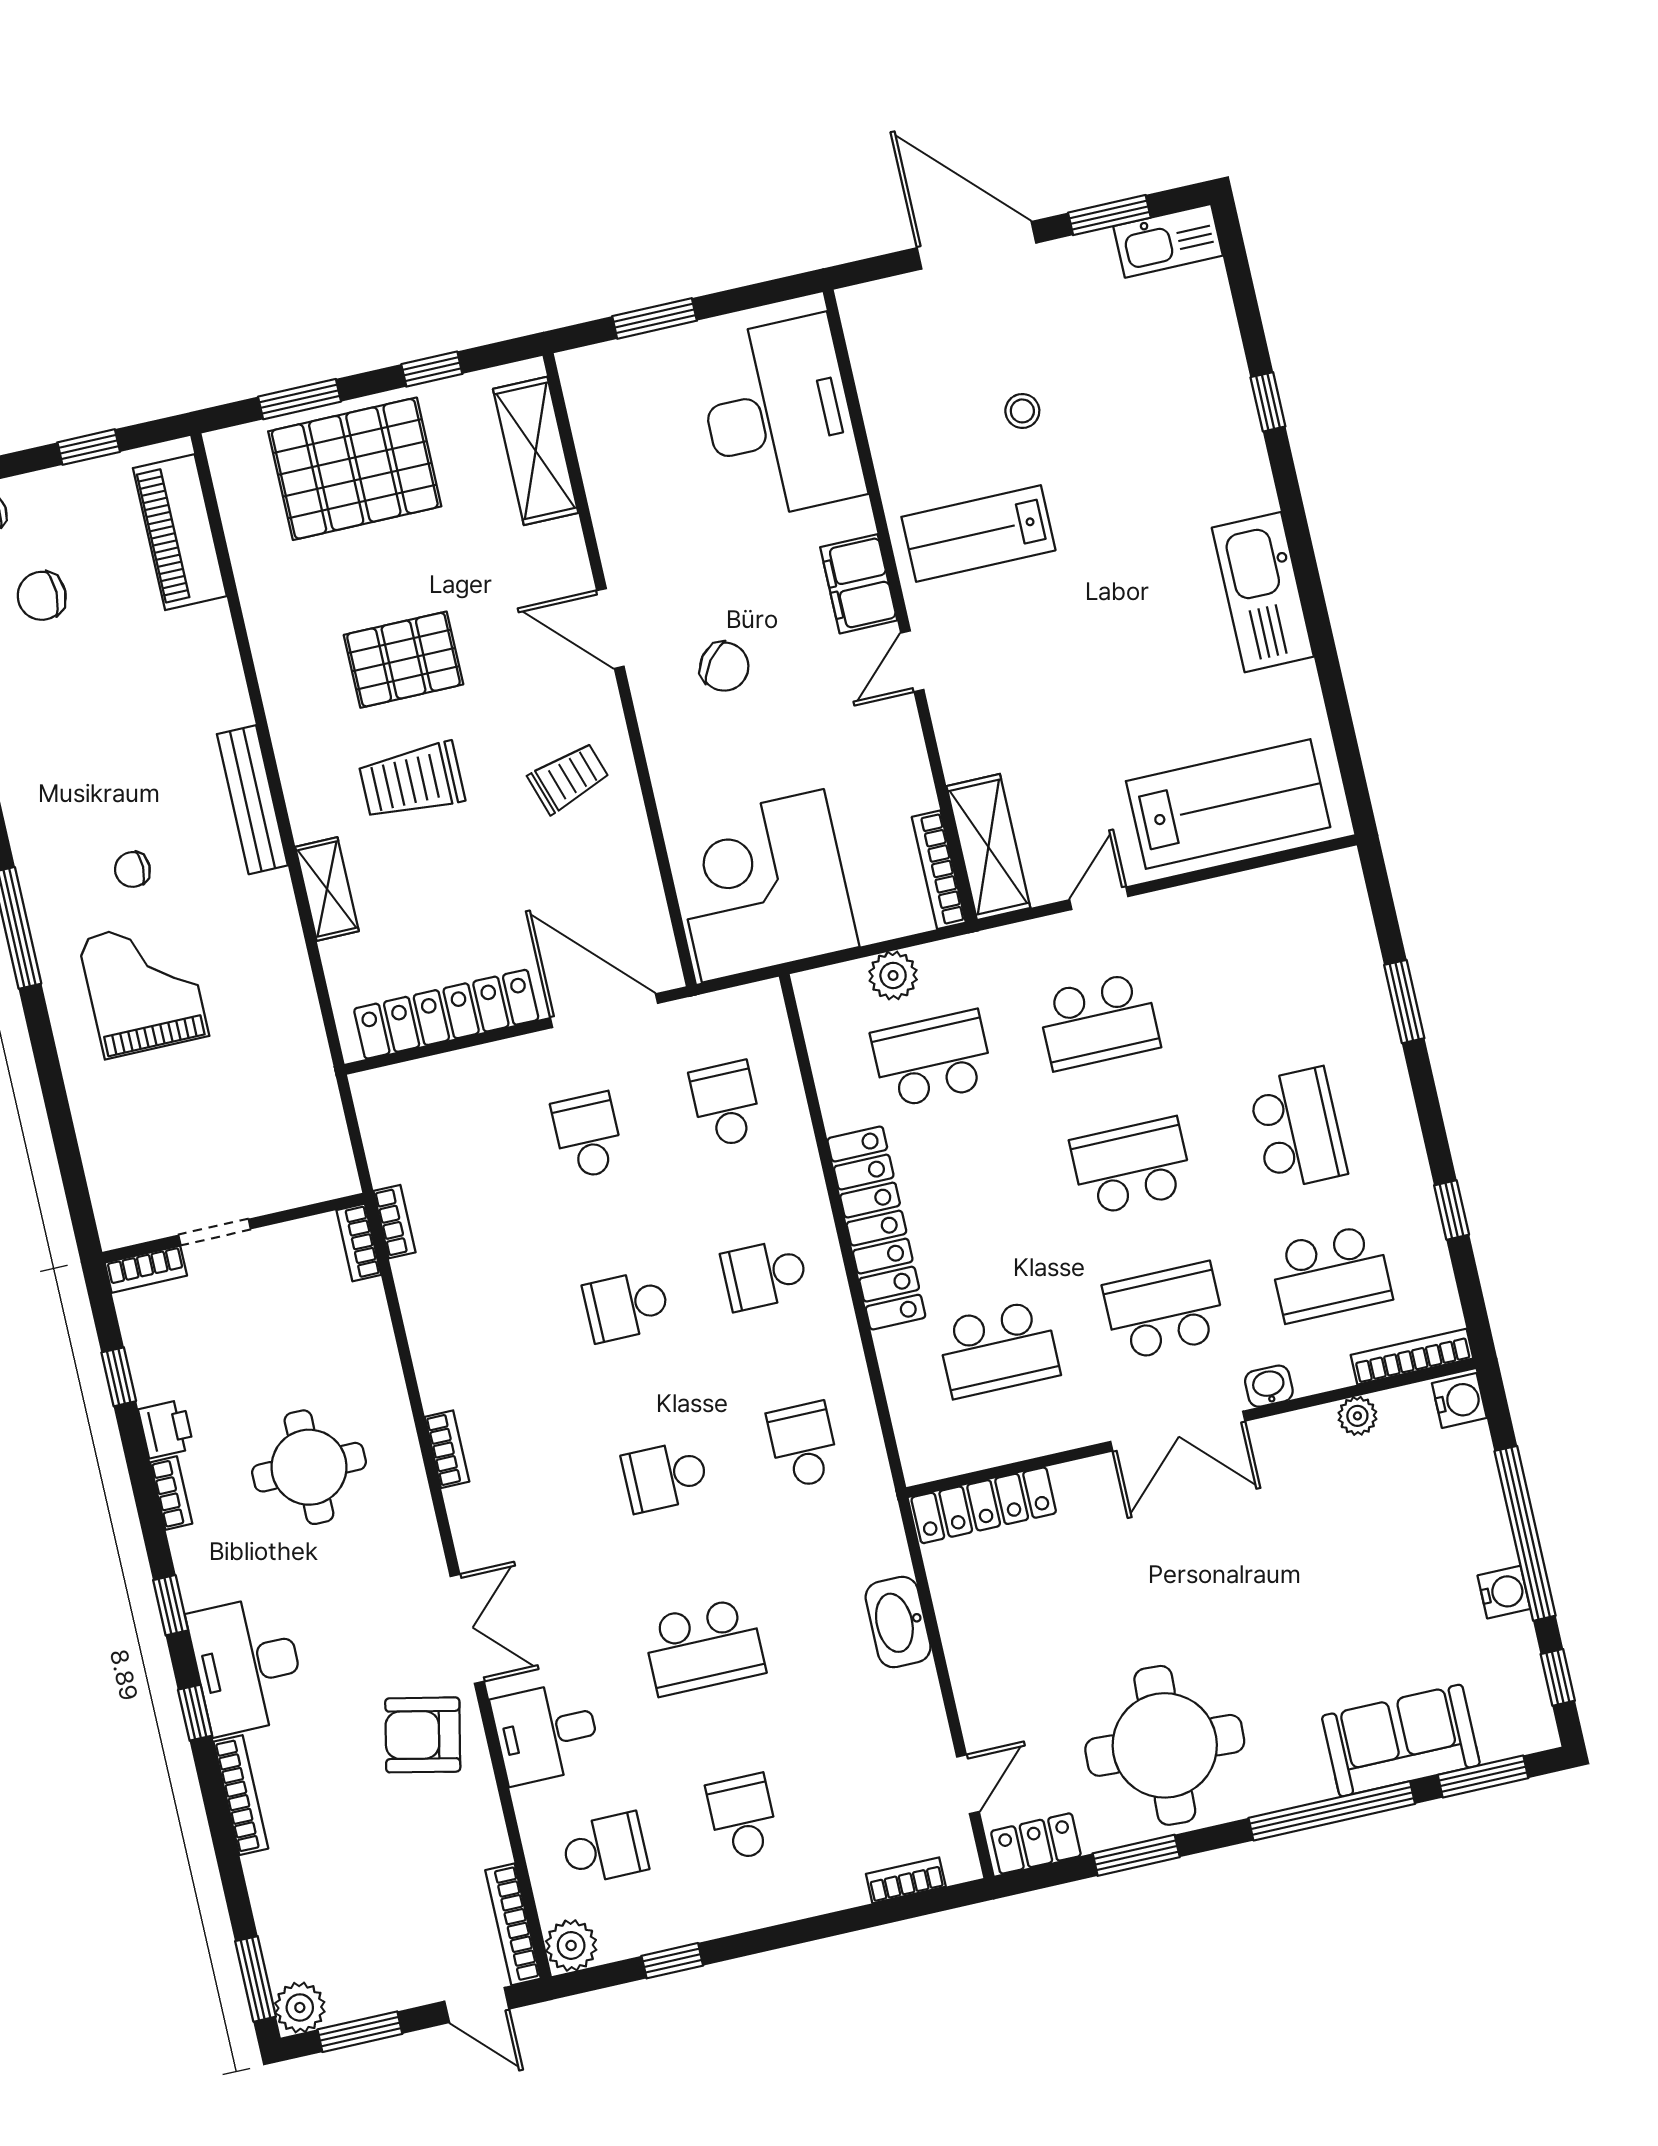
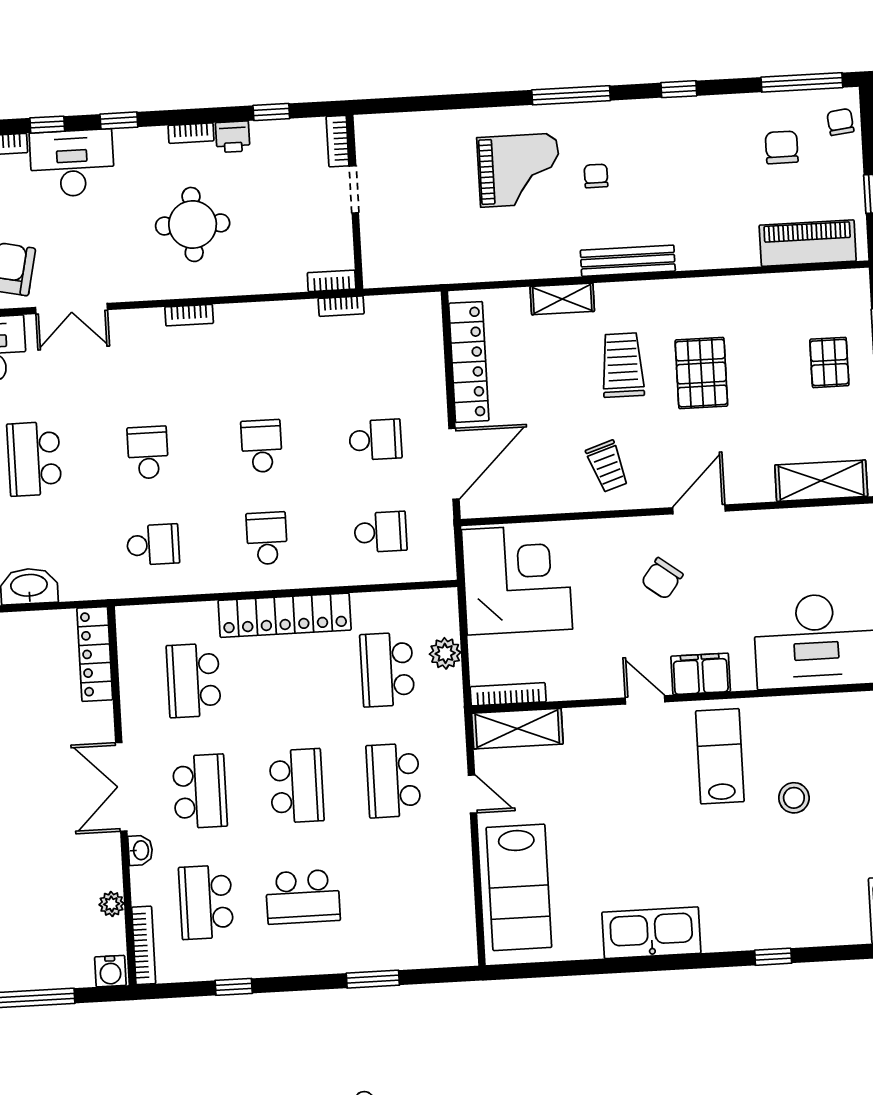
stool: (1022, 411) -> (794, 798), width x1.37, depth x1.37
pallet: (355, 469) -> (829, 362), width x0.49, depth x0.50
school desk: (932, 1059) -> (387, 670), turned 180

